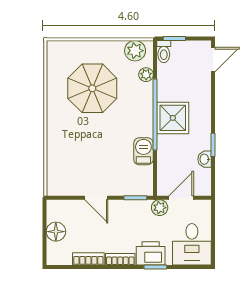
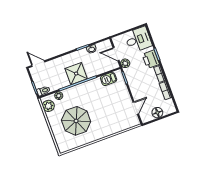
barbecue: (143, 151) -> (109, 79), moved
door: (96, 198) -> (136, 108), moved

